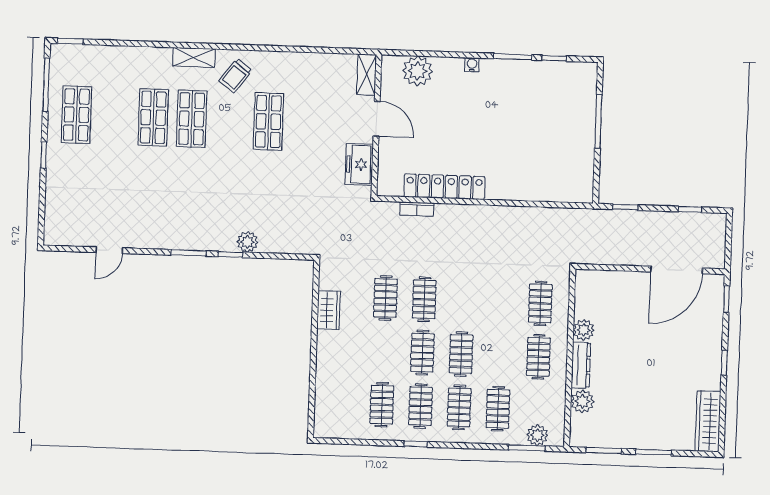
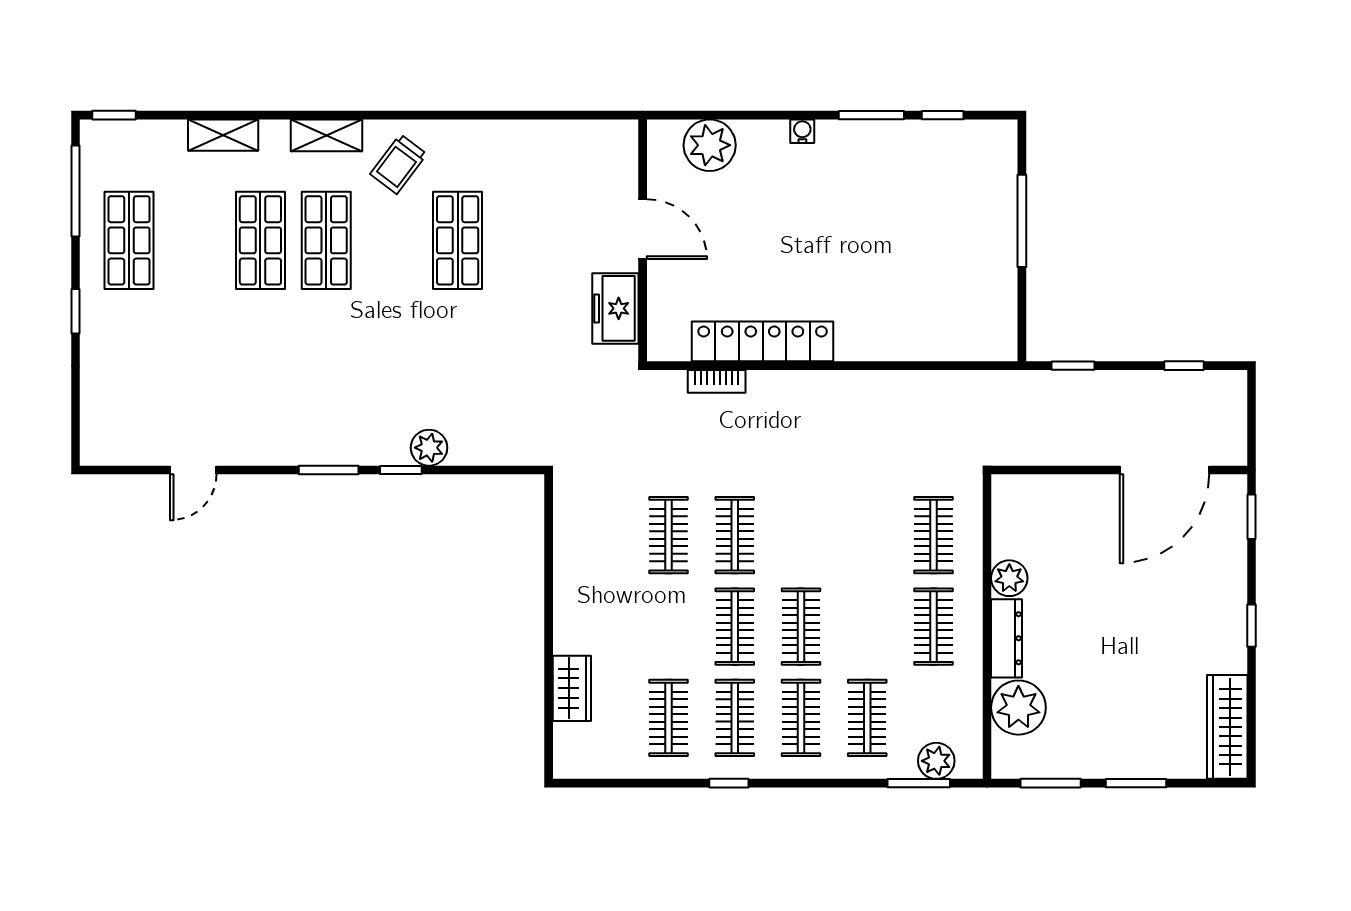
shelving: (367, 75) -> (223, 135), moved, turned 90
wardrobe: (329, 310) -> (572, 688), moved
plant: (582, 401) -> (1018, 708), width x1.36, depth x1.36

